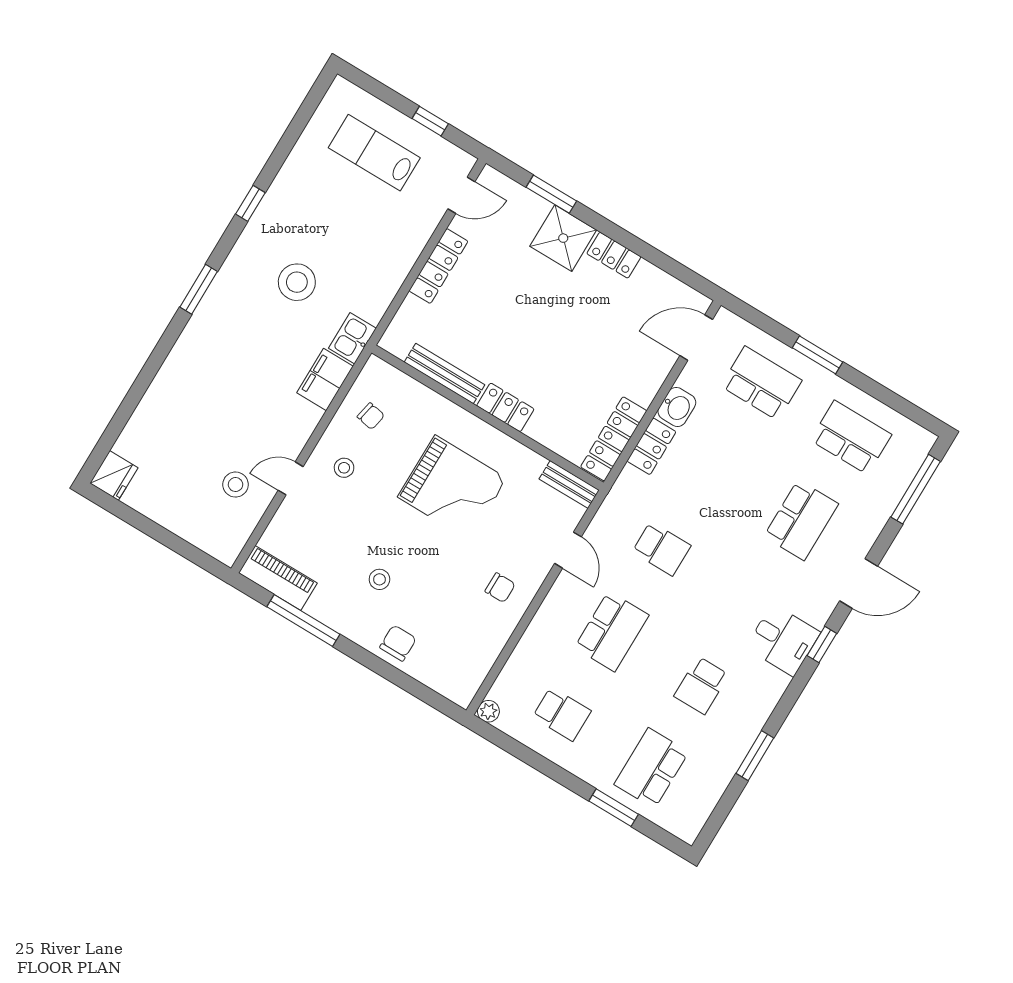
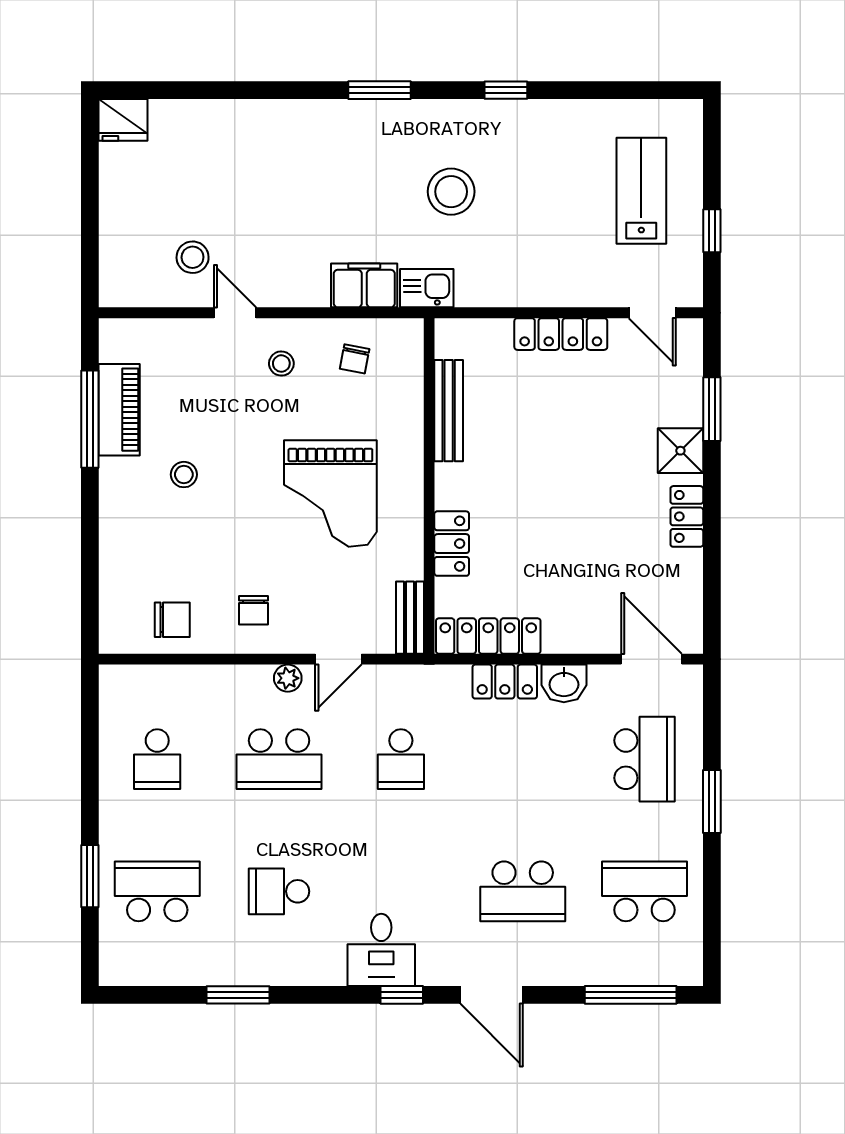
shower: (563, 238) -> (680, 451), width x0.73, depth x0.73
locker: (505, 407) -> (452, 544), moved
school desk: (851, 437) -> (645, 891), turned -90
piano: (278, 578) -> (119, 410), moved
chair: (398, 643) -> (172, 620), moved
plant: (488, 711) -> (288, 678), moved

